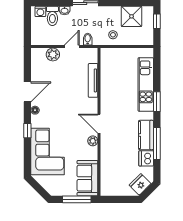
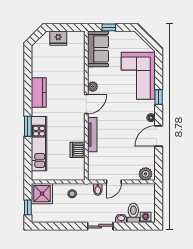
shower: (131, 16) -> (42, 194), moved
plant: (53, 54) -> (146, 174), moved
tv unit: (93, 80) -> (92, 135), moved
door: (99, 124) -> (86, 104), hinge flipped
window: (157, 144) -> (28, 84), removed
dishwasher: (146, 158) -> (77, 150), moved, turned 180
fridge: (140, 184) -> (58, 38), moved, turned 45
window: (77, 199) -> (109, 27), width x0.46

